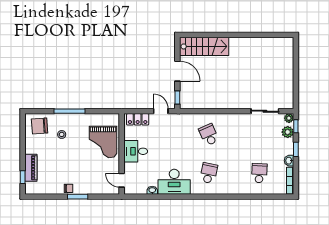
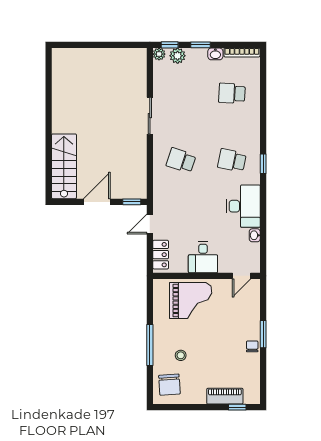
sliding door: (265, 111) -> (150, 116), moved
school desk: (209, 135) -> (181, 160), turned 42
window: (206, 197) -> (263, 164), added

